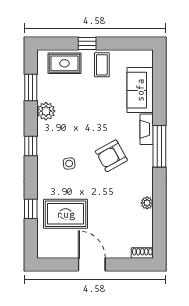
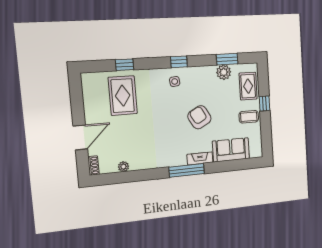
plant: (46, 111) -> (224, 72), moved
armchair: (111, 156) -> (199, 117), moved
side table: (69, 164) -> (175, 81), moved
plant: (147, 203) -> (123, 167), moved
door: (92, 264) -> (80, 137), moved

